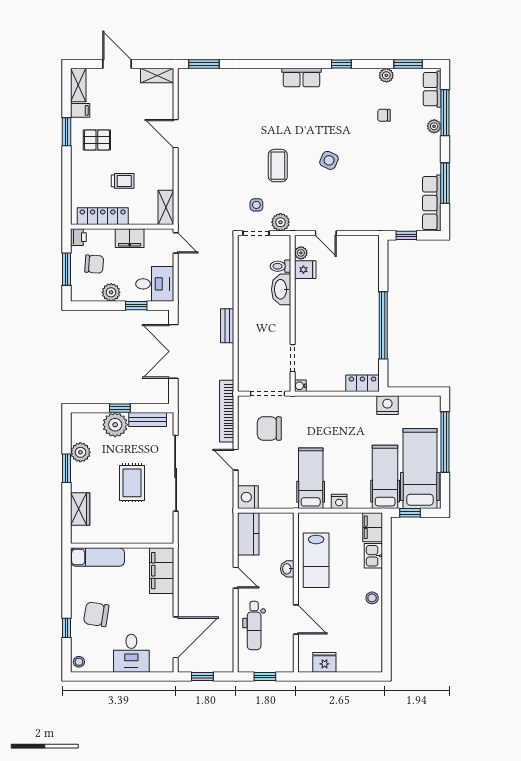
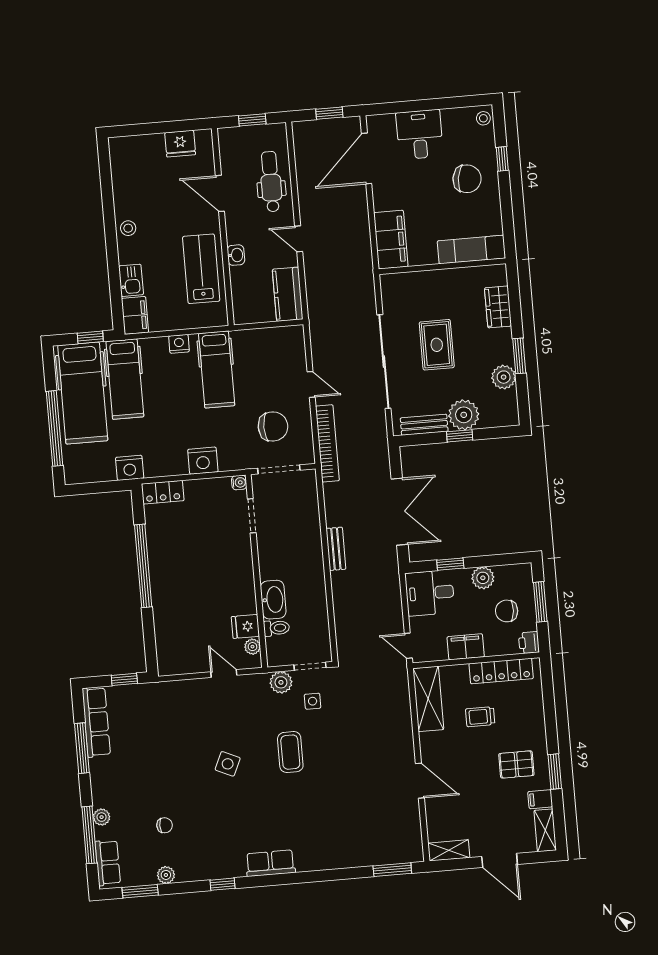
shelving: (166, 207) -> (428, 699), width x1.50, depth x1.33
nightstand: (248, 497) -> (203, 461), moved, turned 90

